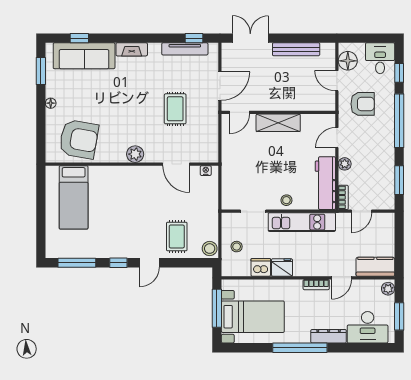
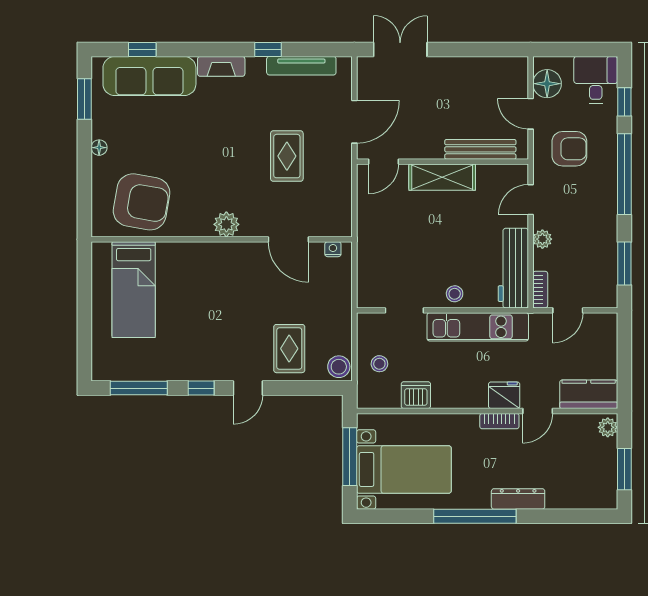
window: (194, 38) -> (268, 49), moved
bench: (296, 49) -> (480, 149), moved
fridge: (282, 267) -> (504, 395), moved
desk: (368, 327) -> (577, 485), removed

